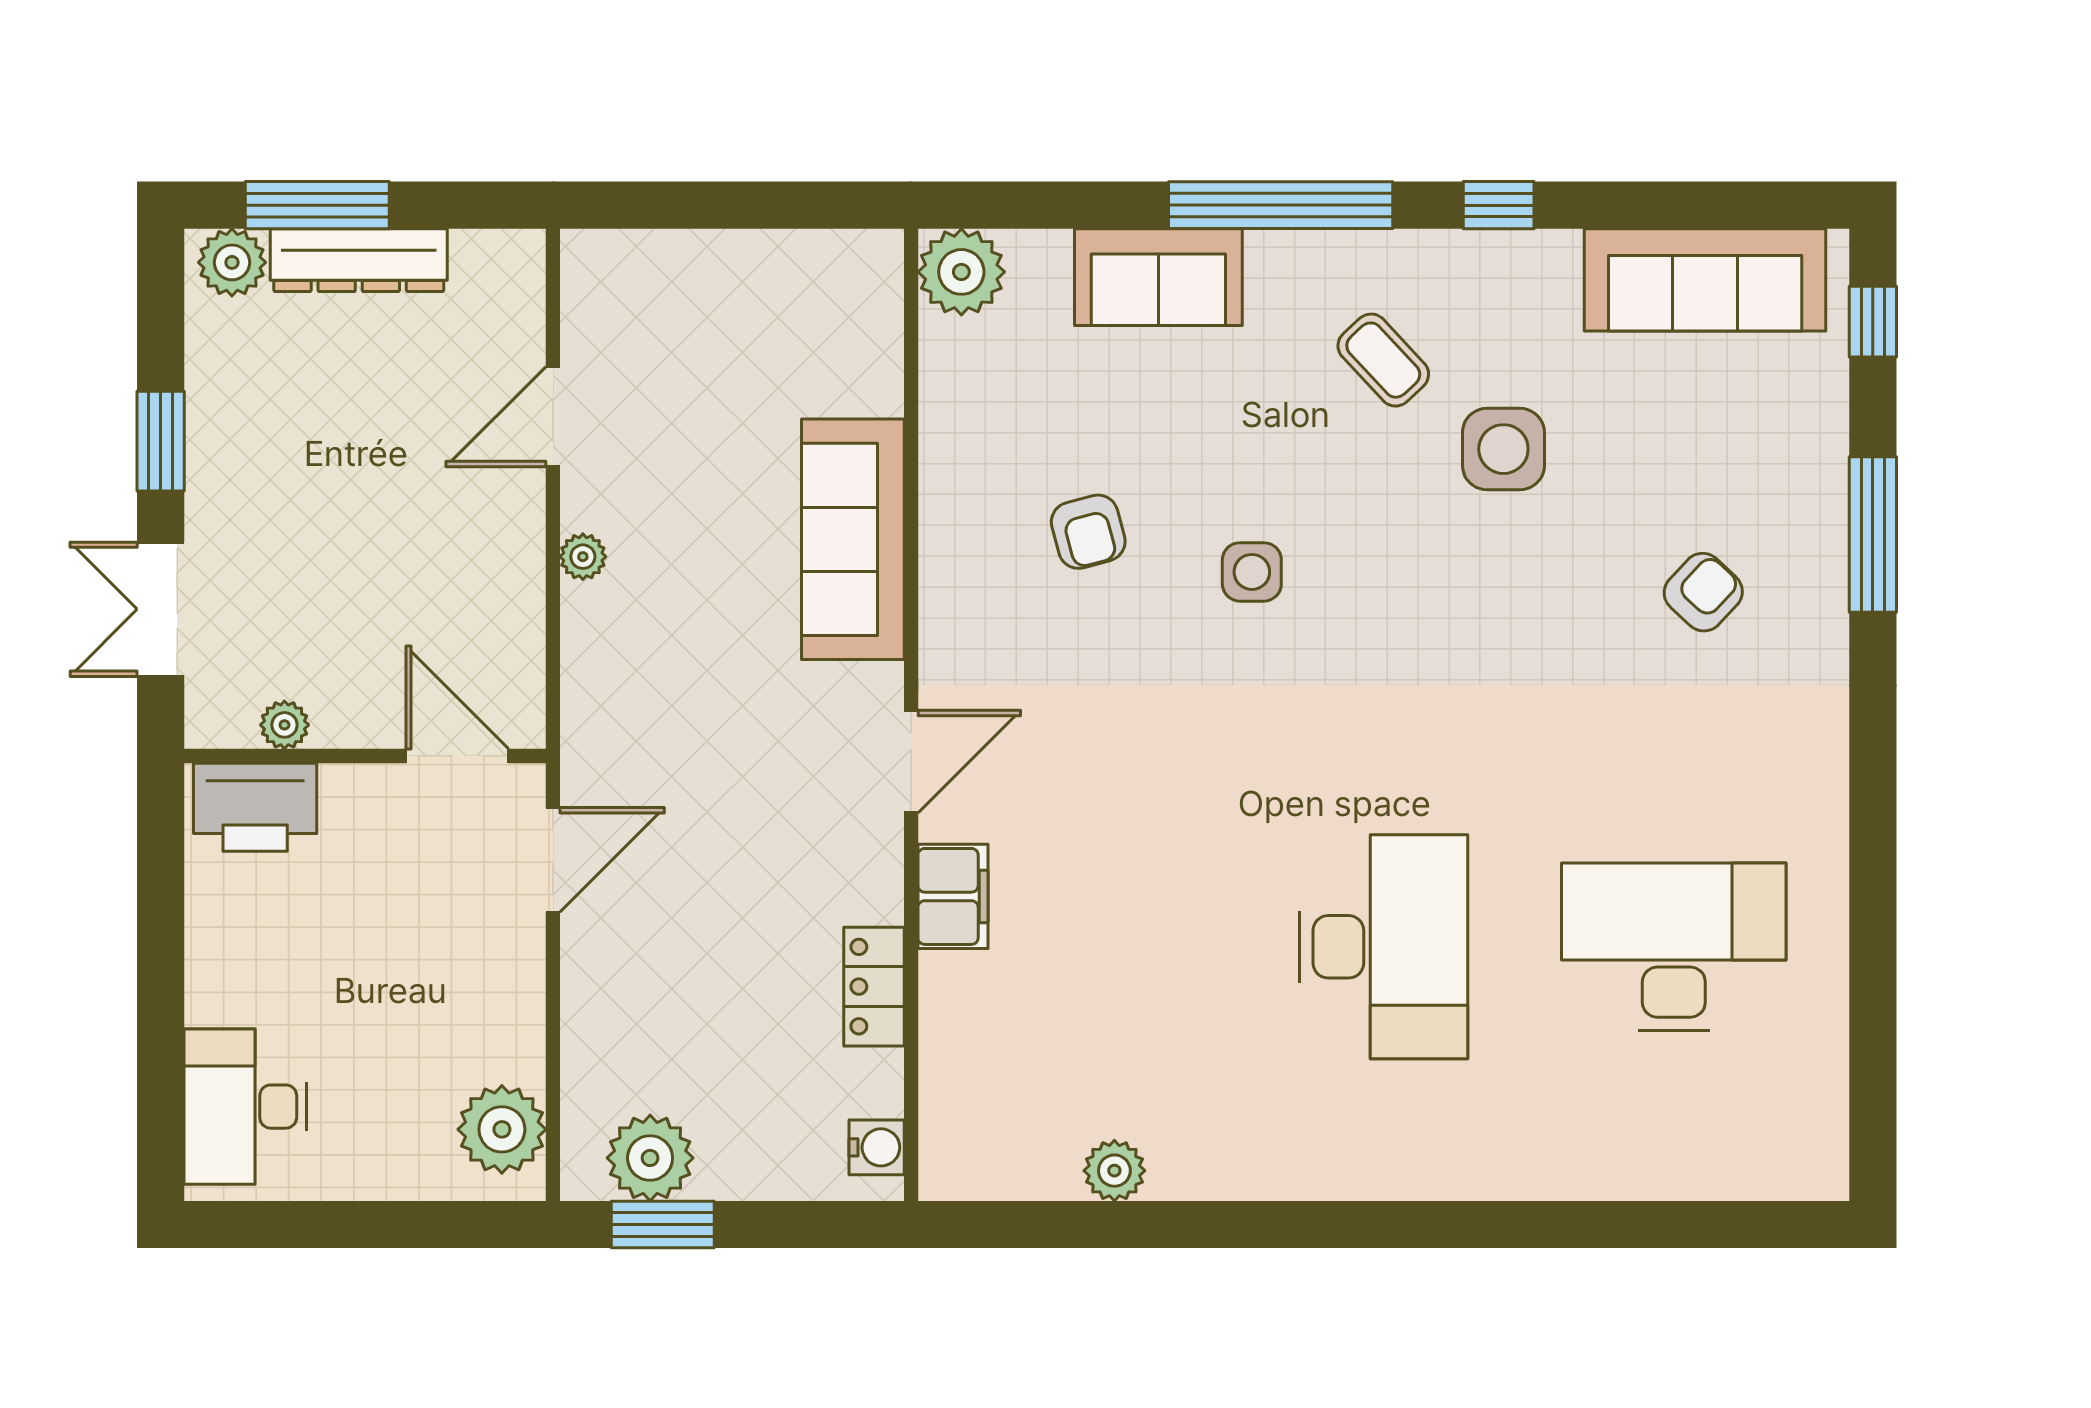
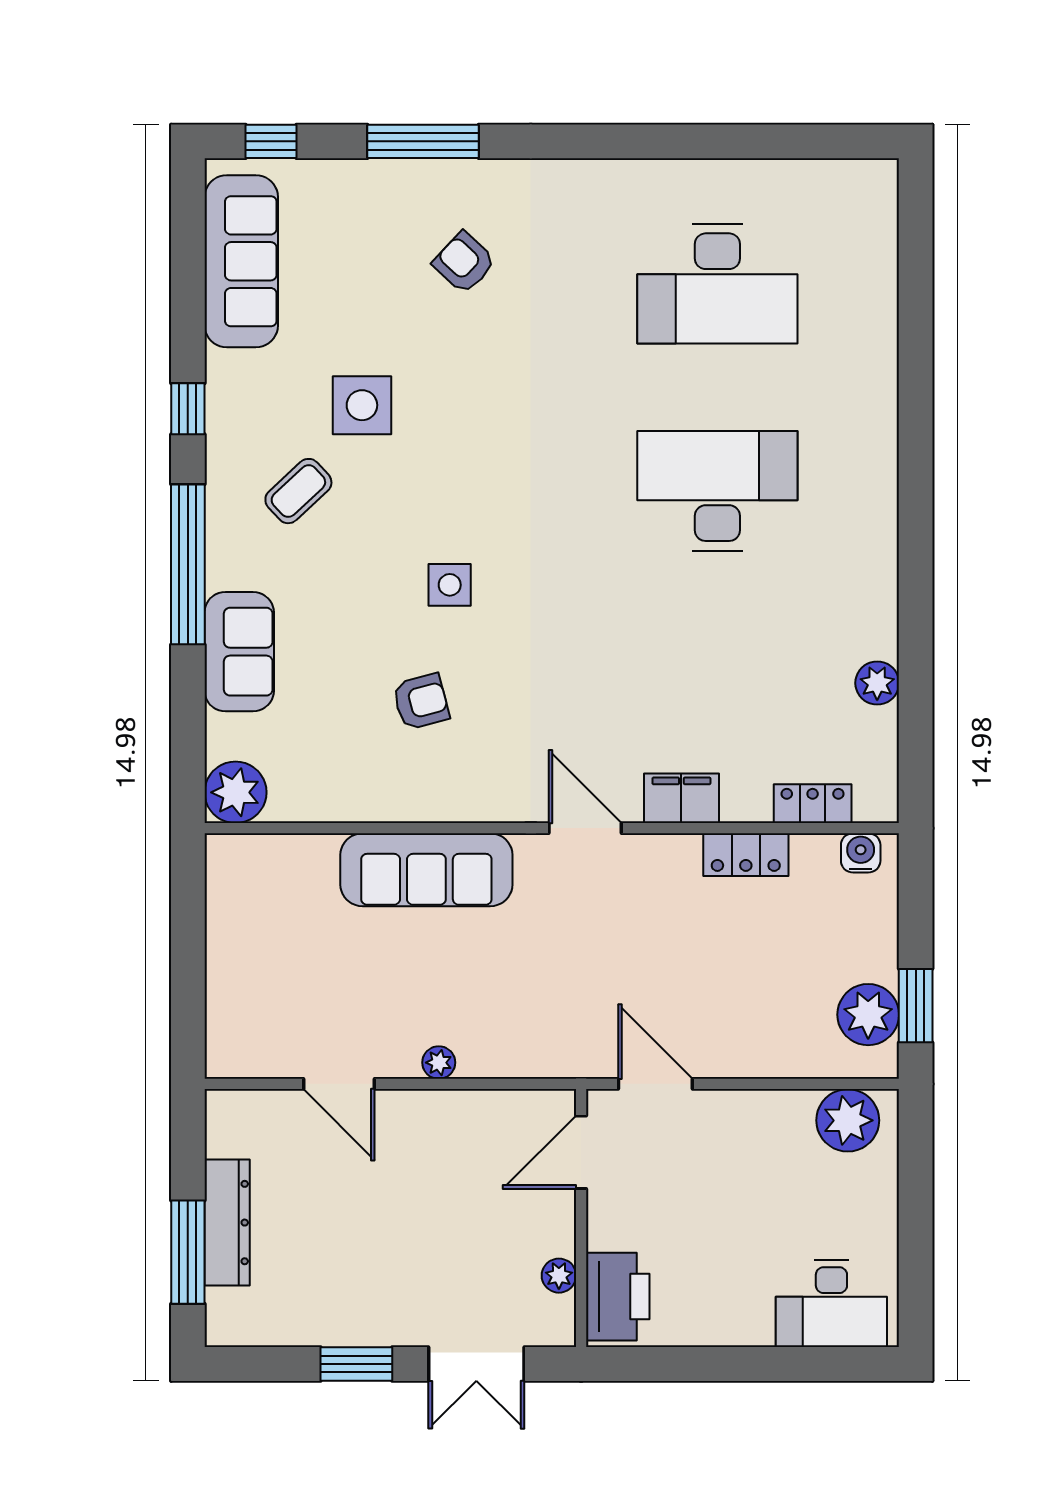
plant: (232, 262) -> (229, 1313), removed
desk: (1674, 947) -> (717, 284), turned -90
locker: (946, 1080) -> (813, 804), added

